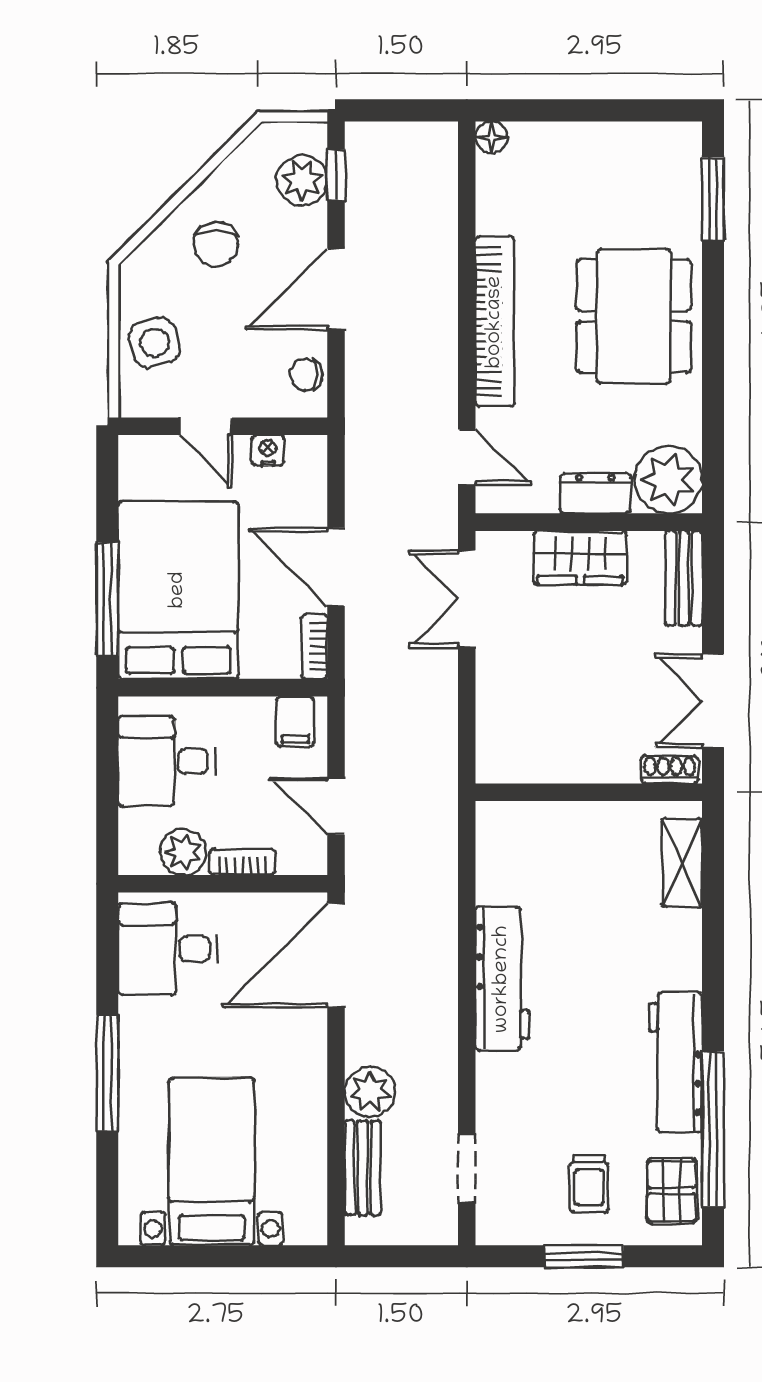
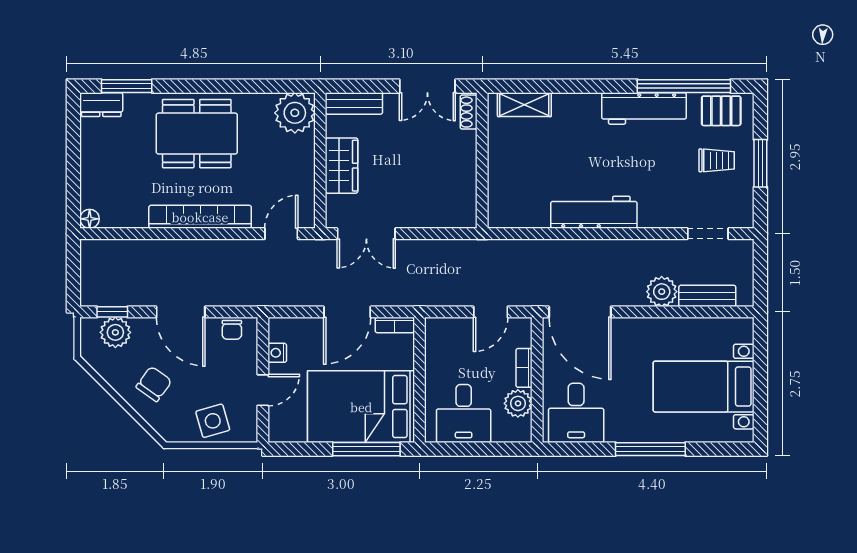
chair: (216, 245) -> (154, 384), turned -54
dresser: (595, 493) -> (101, 105), moved, turned -90
filing cabinet: (295, 722) -> (440, 337), removed

